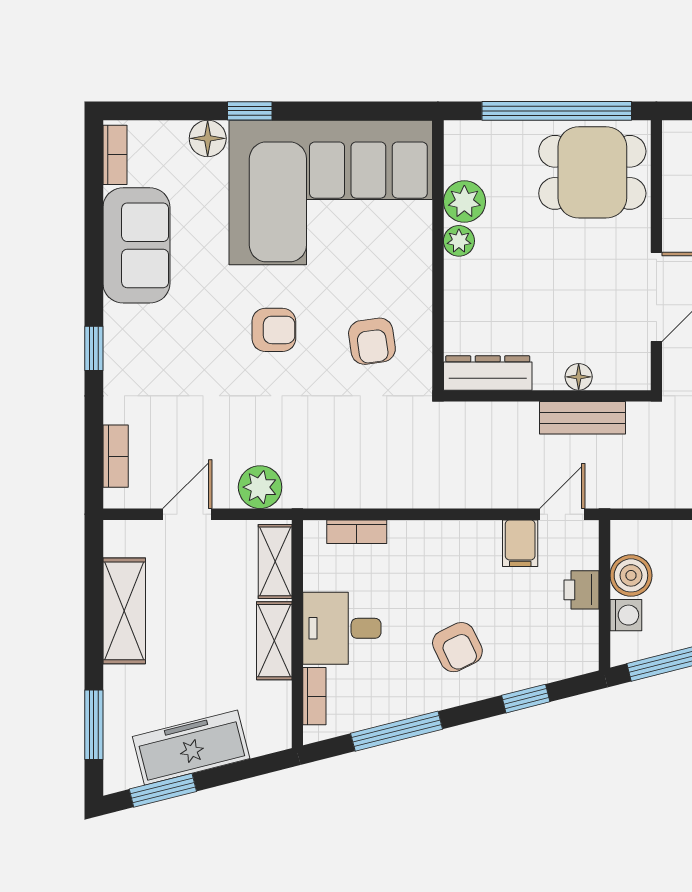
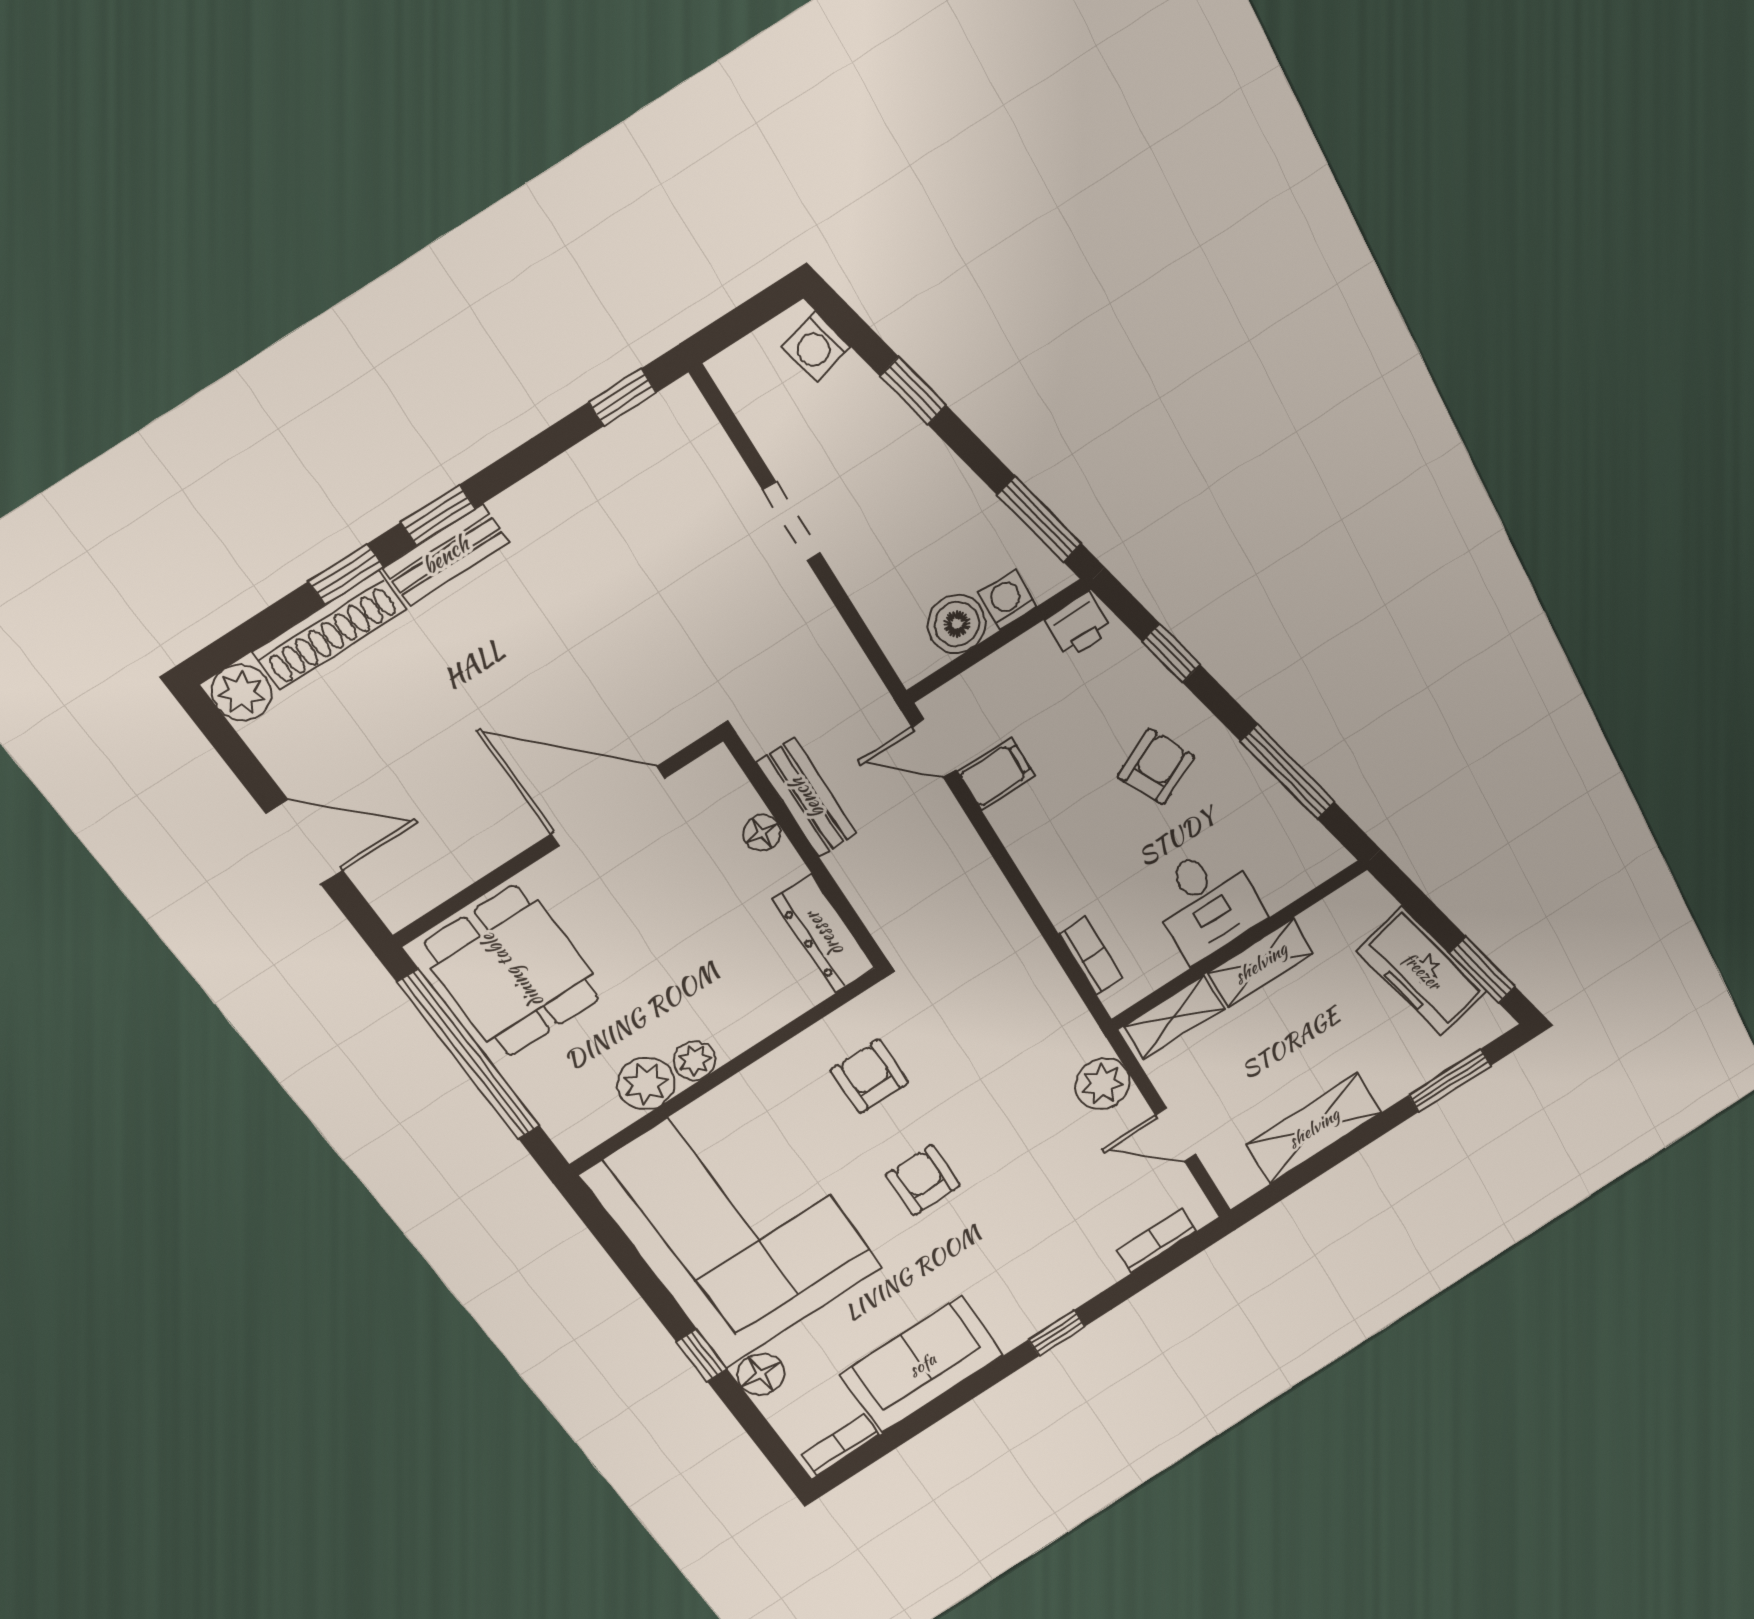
armchair: (372, 341) -> (869, 1076), turned -82
printer: (582, 590) -> (1078, 625), moved
bookcase: (314, 696) -> (1298, 883), removed

